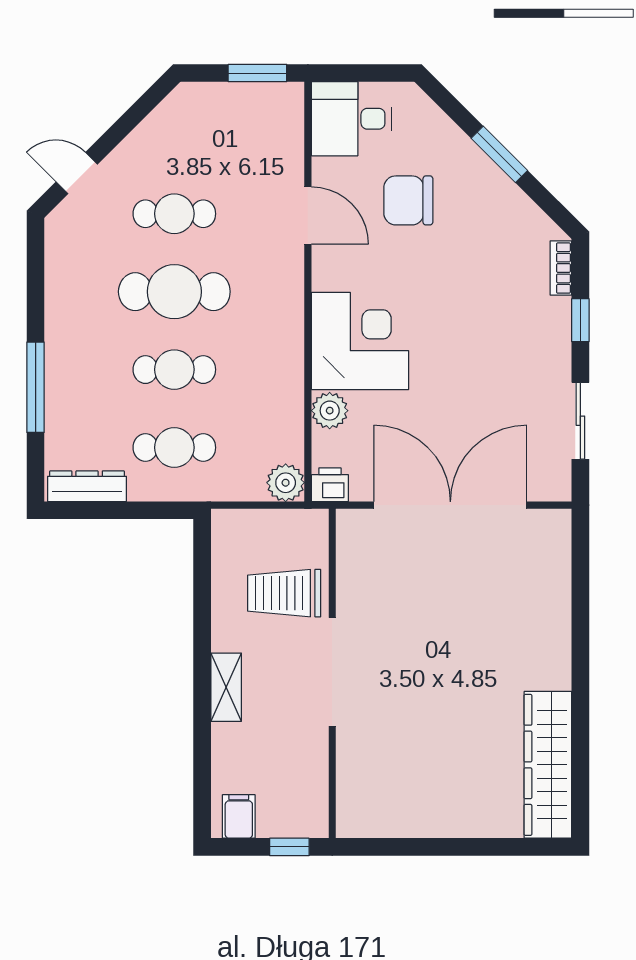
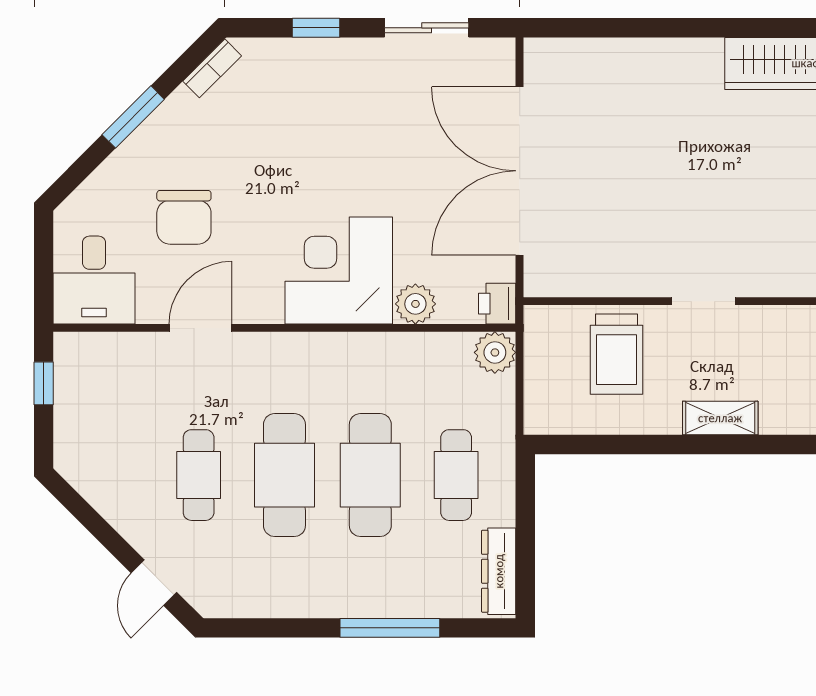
window: (257, 73) -> (44, 383), width x0.67
bookcase: (561, 268) -> (212, 68), moved, turned -45
cafe table: (174, 370) -> (370, 475), width x1.37, depth x1.35
doorway: (332, 672) -> (703, 301), width x0.53

